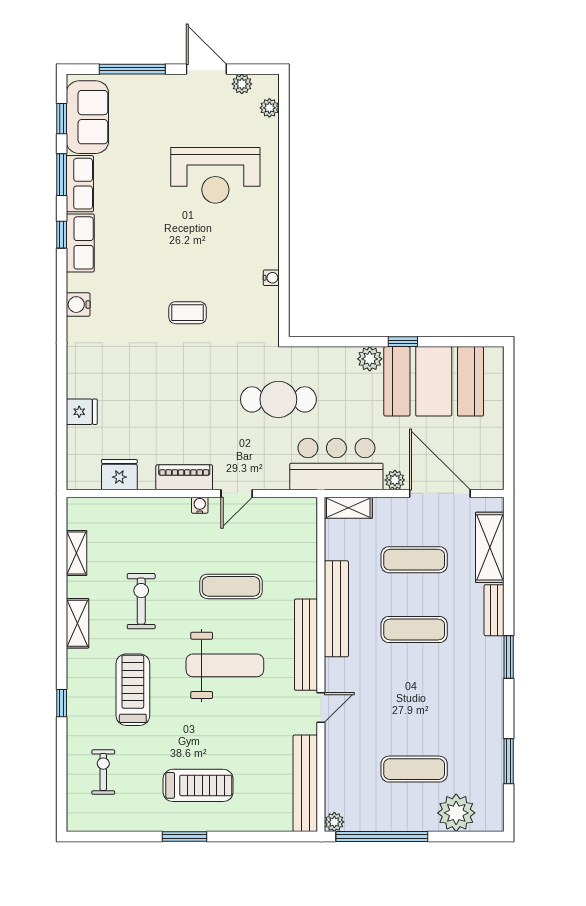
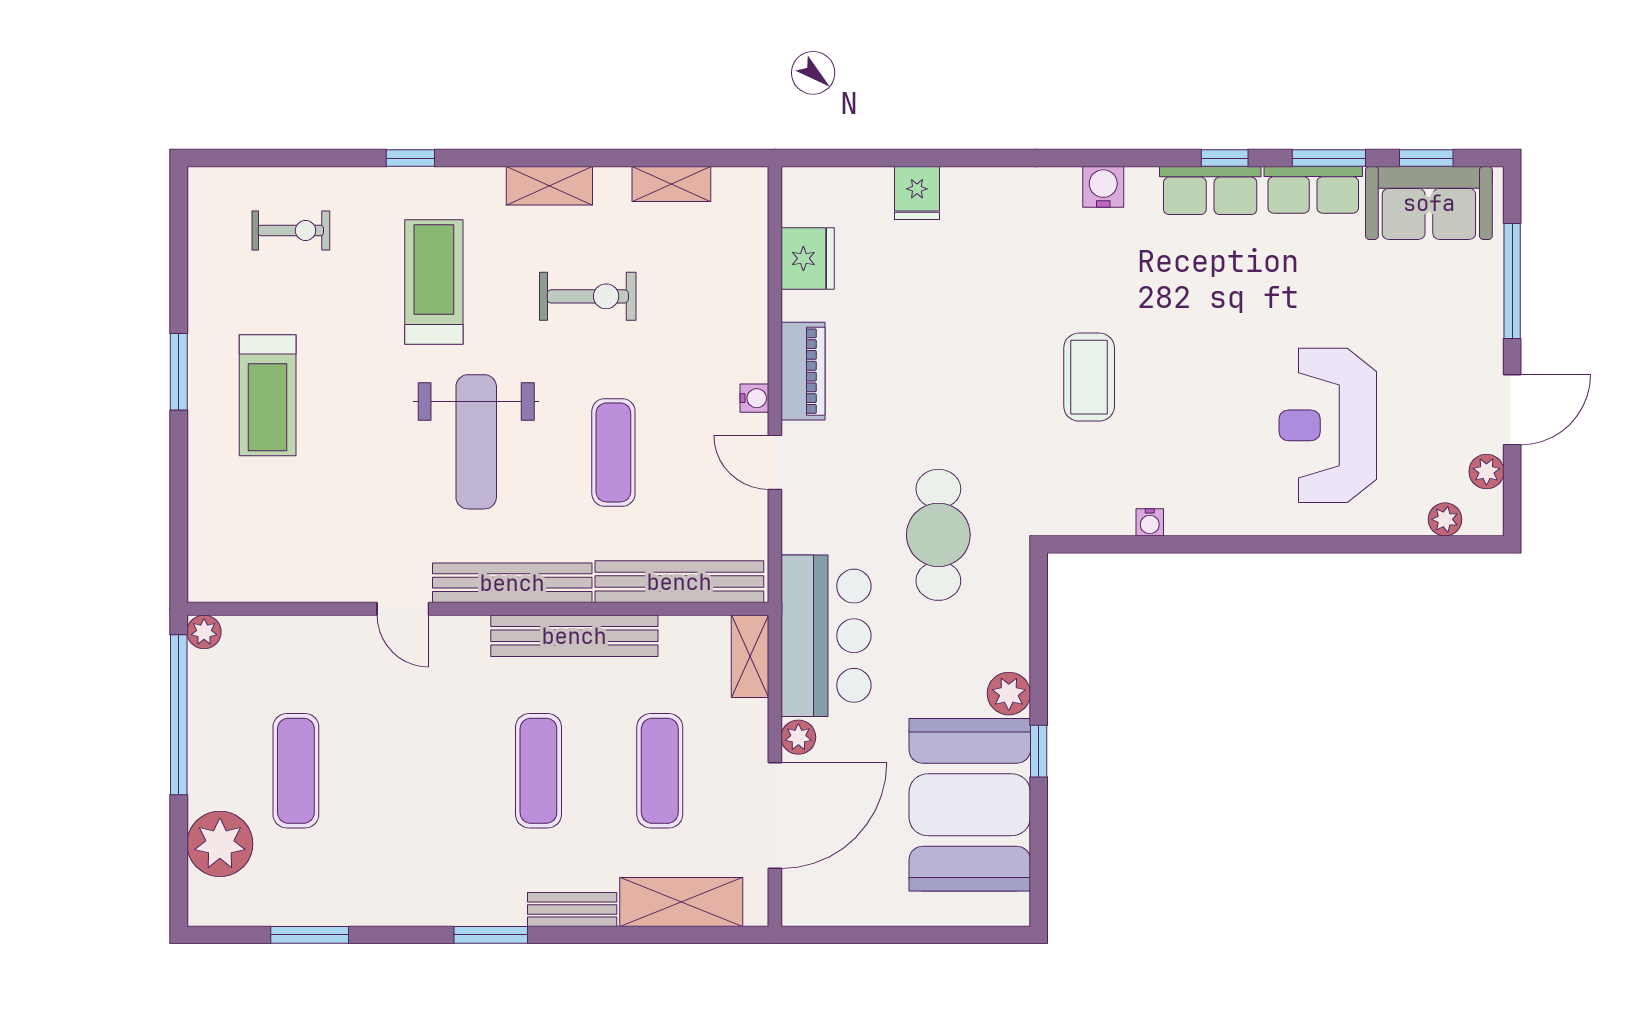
coffee table: (188, 313) -> (1089, 377), width x1.36, depth x1.30
treadmill: (133, 690) -> (434, 282), turned -90
bench: (305, 783) -> (679, 582), moved

